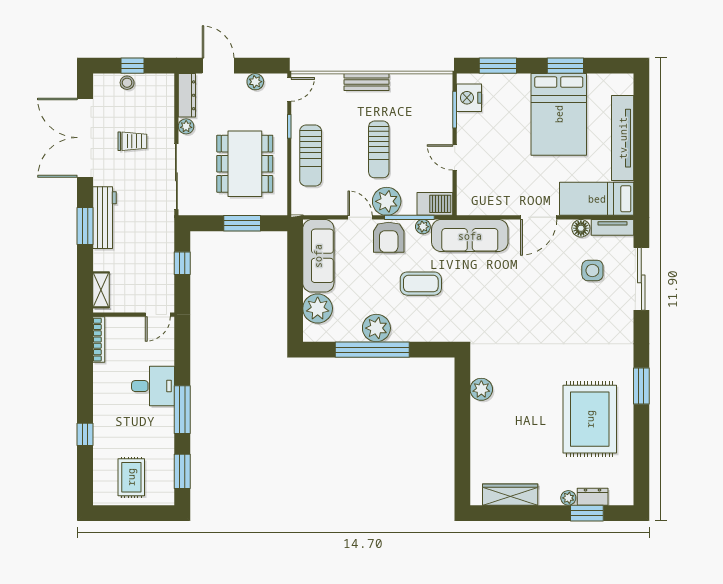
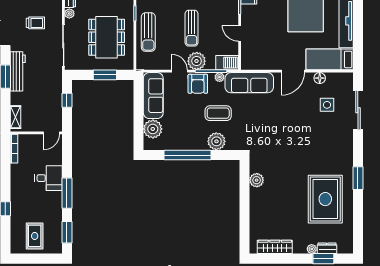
tv unit: (612, 227) -> (340, 78), removed
plant: (376, 328) -> (216, 141), moved

